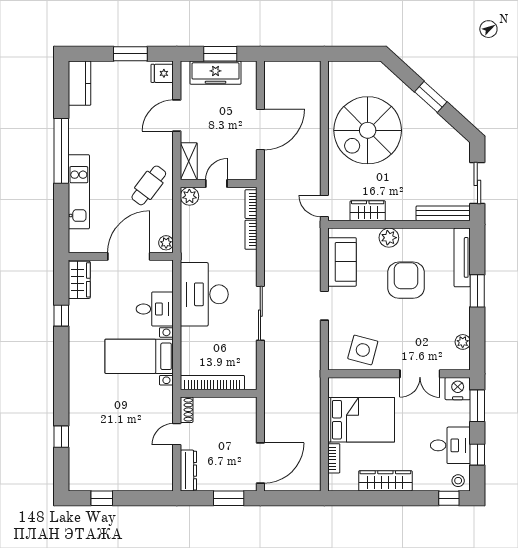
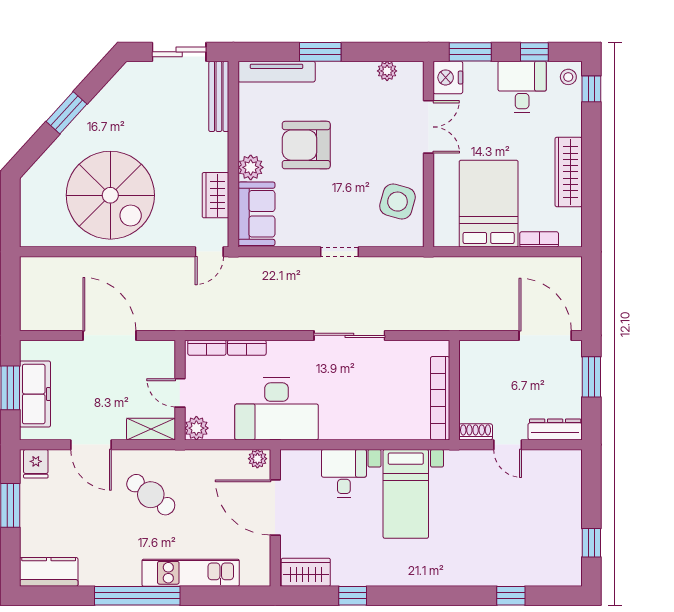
cafe table: (149, 185) -> (151, 495), moved
sofa: (342, 262) -> (256, 214), moved, turned 90
desk: (204, 294) -> (277, 409), moved

